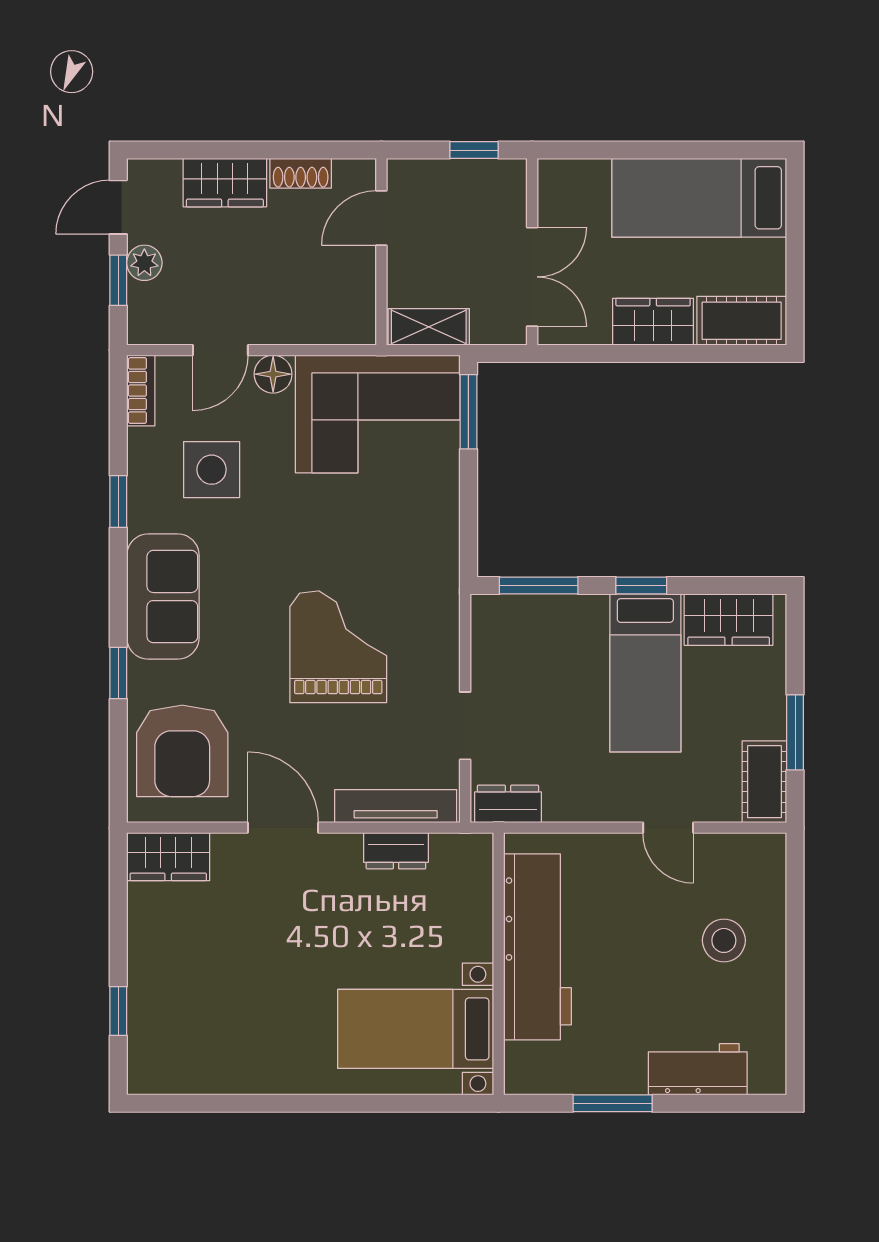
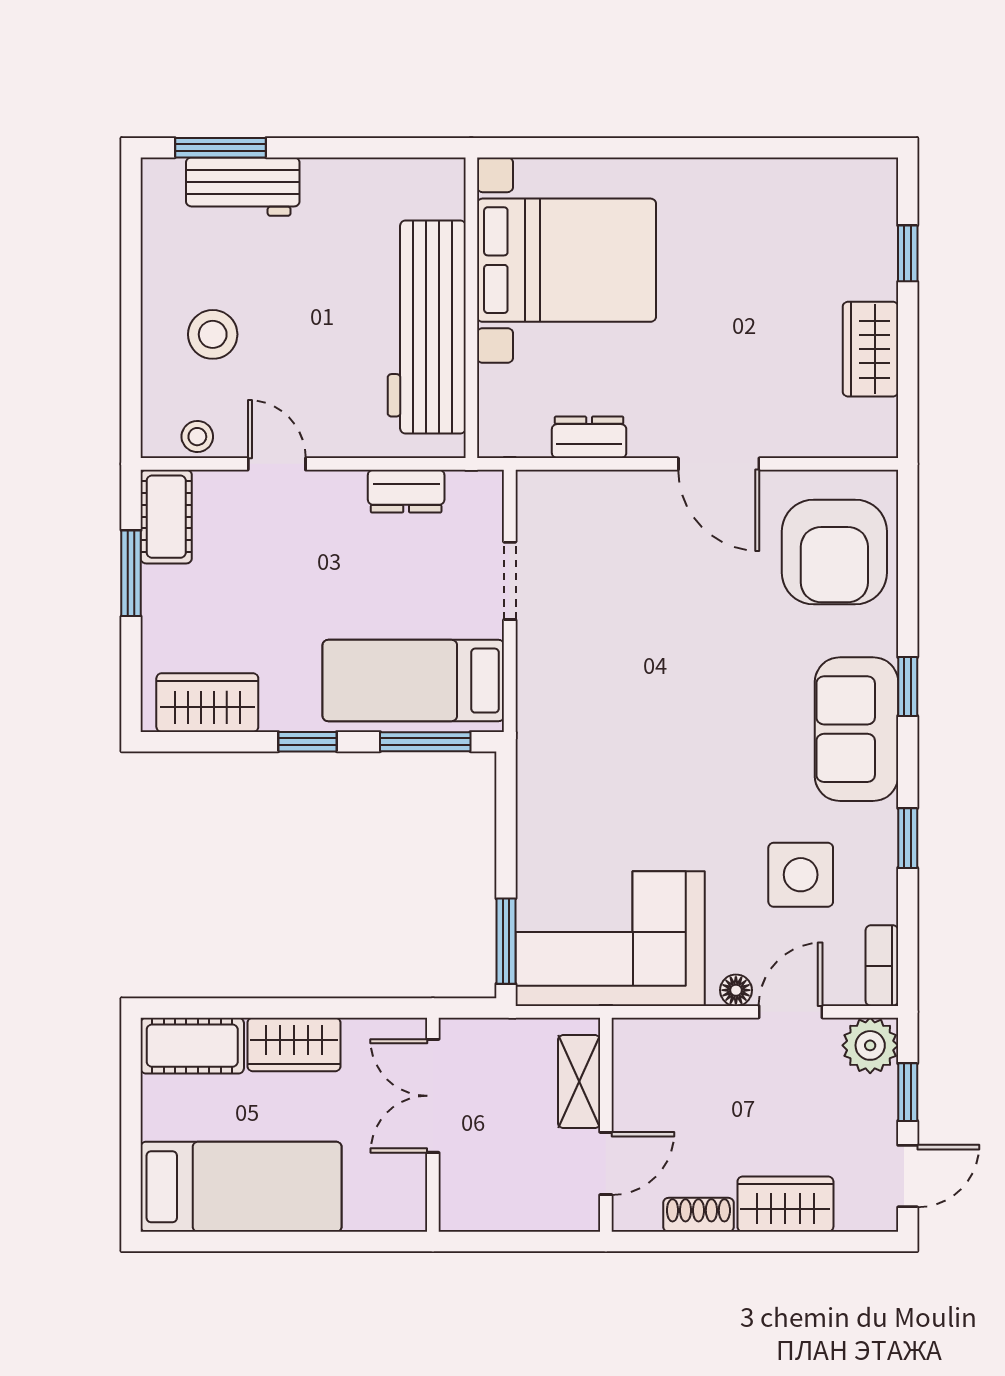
window: (474, 150) -> (499, 1242), removed
plant: (144, 263) -> (870, 1045), moved, width x1.38, depth x1.38
shelving: (429, 327) -> (579, 1082), moved, turned 90
floor lamp: (273, 374) -> (736, 990), width x0.73, depth x0.73
grand piano: (338, 647) -> (655, 671), removed
window: (118, 673) -> (908, 686), moved
bed: (645, 673) -> (413, 681), moved, turned -90
armchair: (182, 751) -> (834, 552), turned 180
dresser: (508, 804) -> (406, 491), moved
tv unit: (396, 806) -> (589, 489), removed
stool: (737, 851) -> (197, 437), added
wardrobe: (168, 857) -> (870, 349), moved, turned -90
bed with nightstands: (416, 1029) -> (567, 260), width x1.36
window: (613, 1103) -> (221, 148), moved

